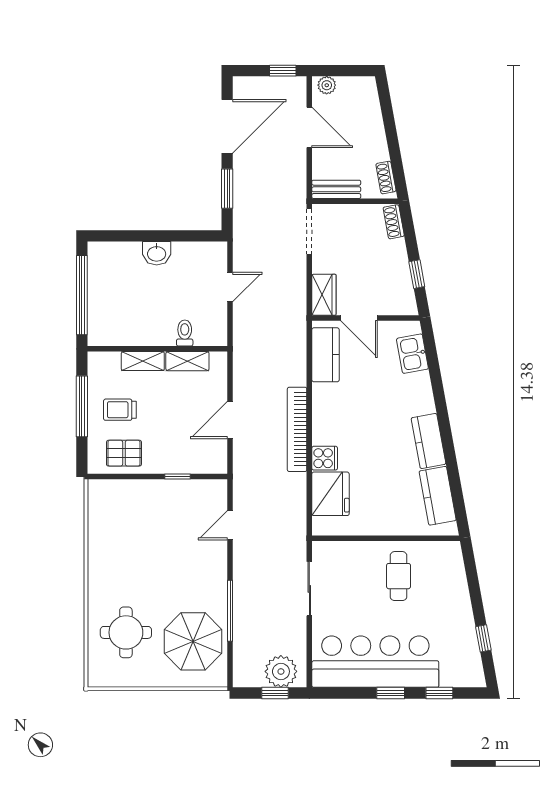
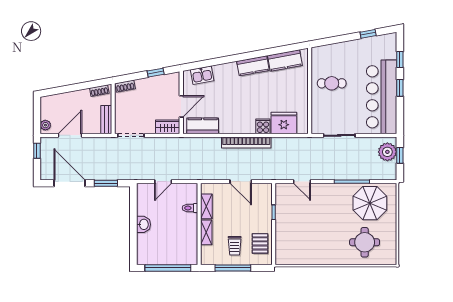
door: (230, 287) -> (163, 182), swing flipped

